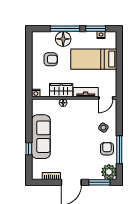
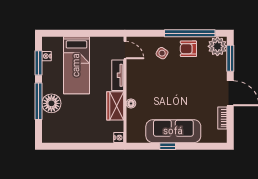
armchair: (51, 59) -> (77, 119), removed
window: (29, 149) -> (168, 146), moved
window: (119, 150) -> (190, 33), width x1.46

